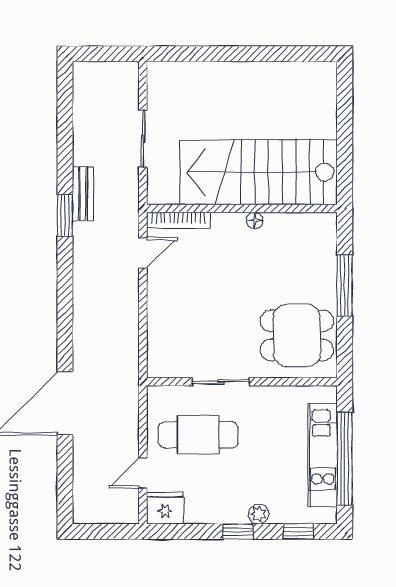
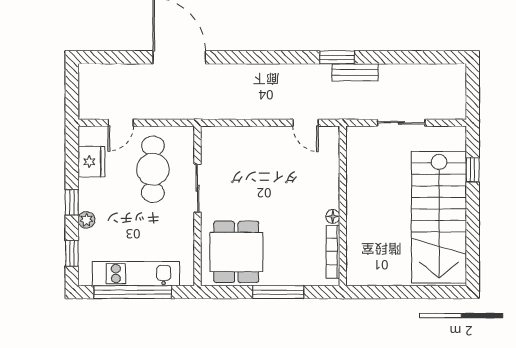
window: (199, 54) -> (473, 170), added
stairs: (259, 172) -> (439, 217), moved, turned 180
bookcase: (178, 220) -> (333, 252), moved
door: (143, 473) -> (121, 123), swing flipped
fridge: (165, 508) -> (91, 162), moved

